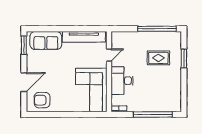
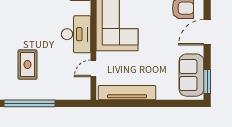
sofa: (46, 41) -> (191, 75), moved, turned -90
rug: (158, 58) -> (27, 65), turned 90

